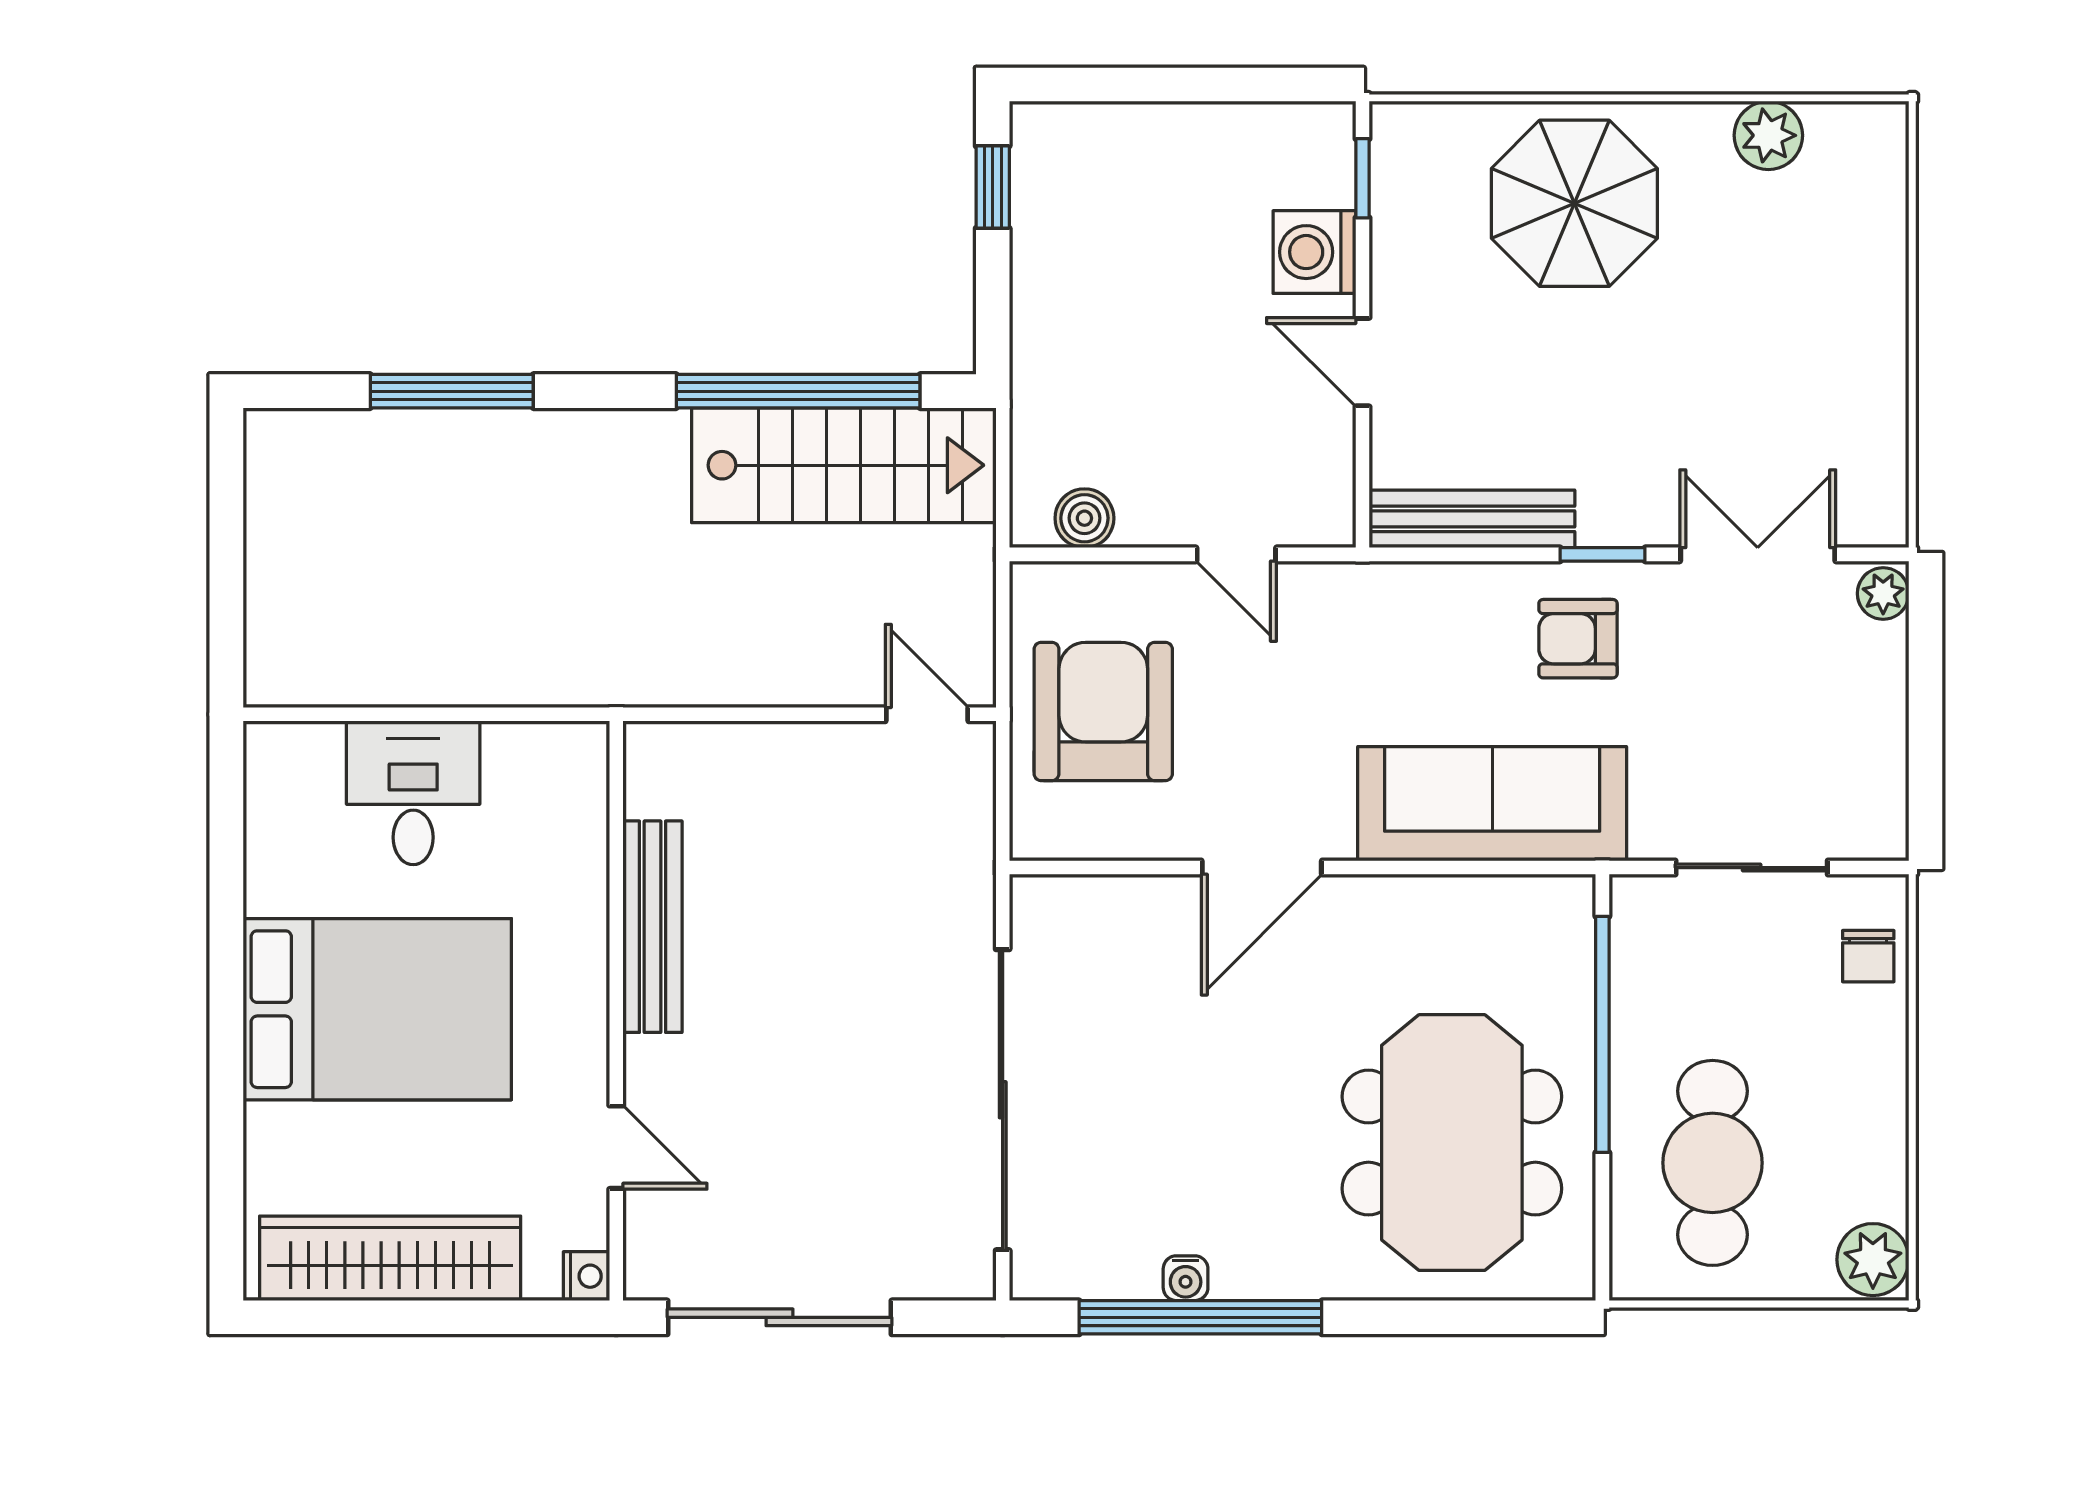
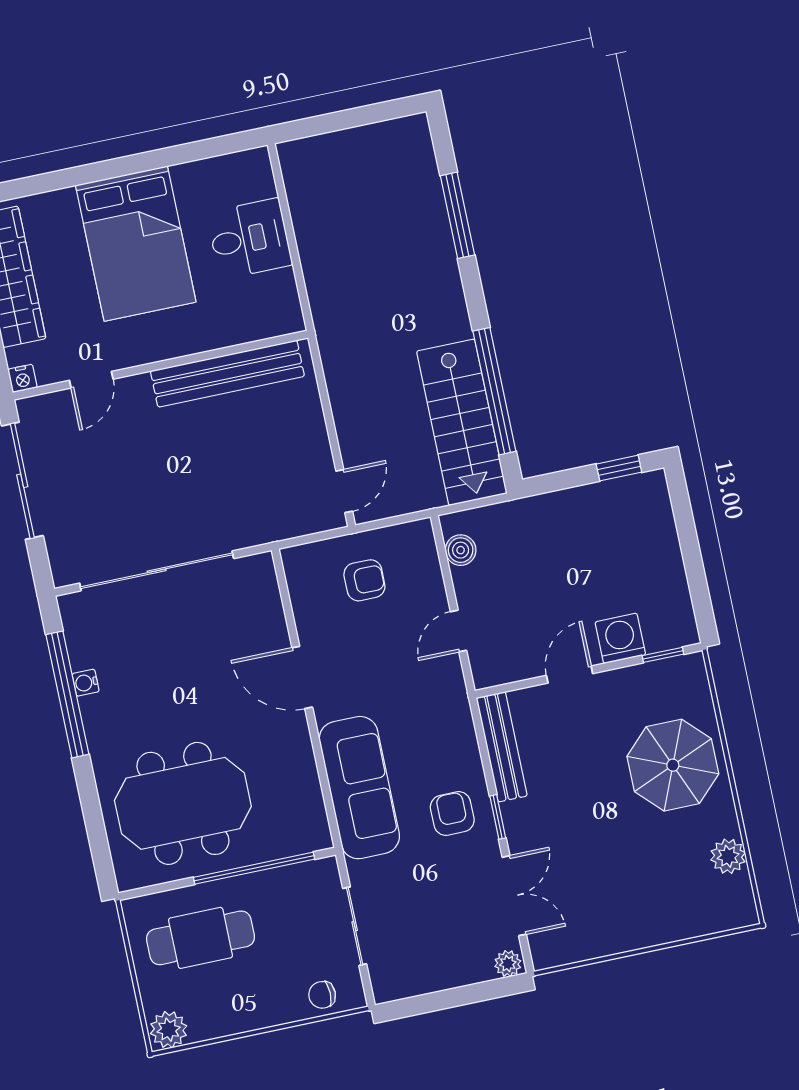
armchair: (1103, 712) -> (364, 580), width x0.53, depth x0.53
bench: (652, 927) -> (227, 374), width x1.37, depth x1.21

